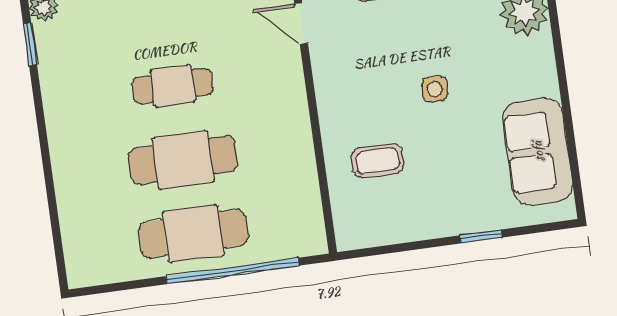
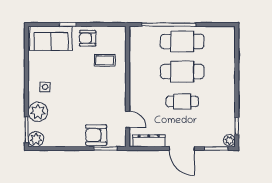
side table: (435, 89) -> (45, 87), moved
sofa: (538, 151) -> (51, 38), moved, turned 90
armchair: (427, 209) -> (88, 38), added

